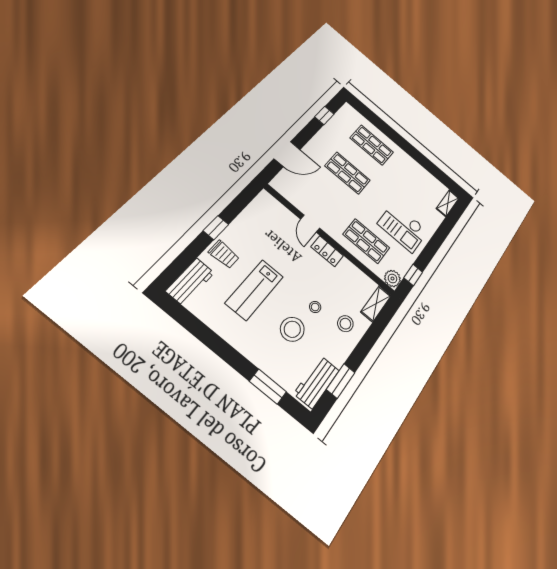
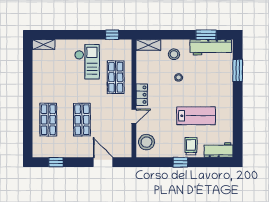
plant: (392, 279) -> (125, 46), removed
stool: (292, 329) -> (146, 142), moved
workbench: (317, 382) -> (211, 47), width x1.38

